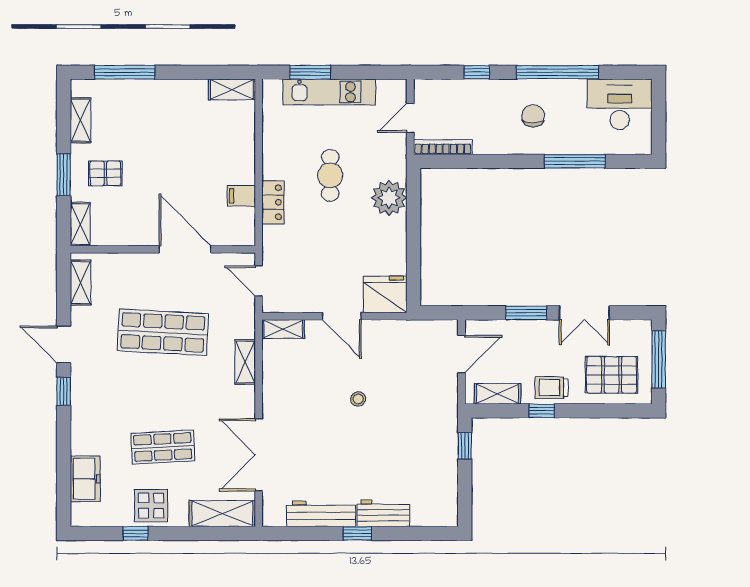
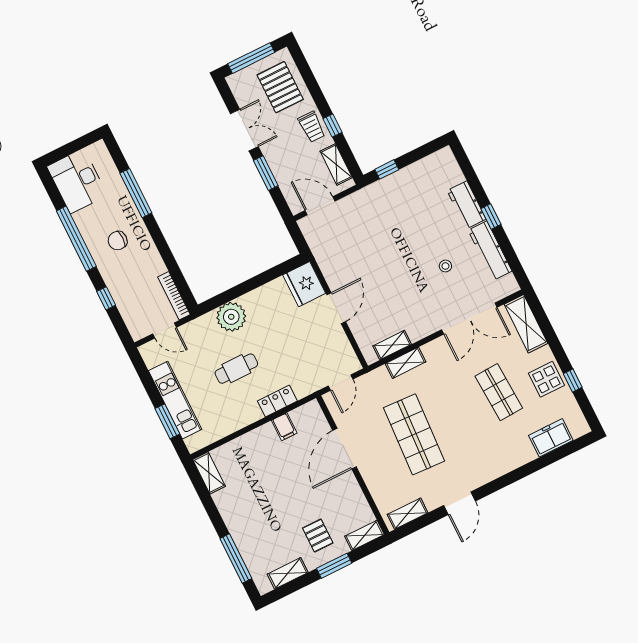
shelving: (283, 329) -> (392, 345), moved, turned 90
window: (64, 391) -> (494, 486), removed
stool: (358, 399) -> (445, 266), moved

